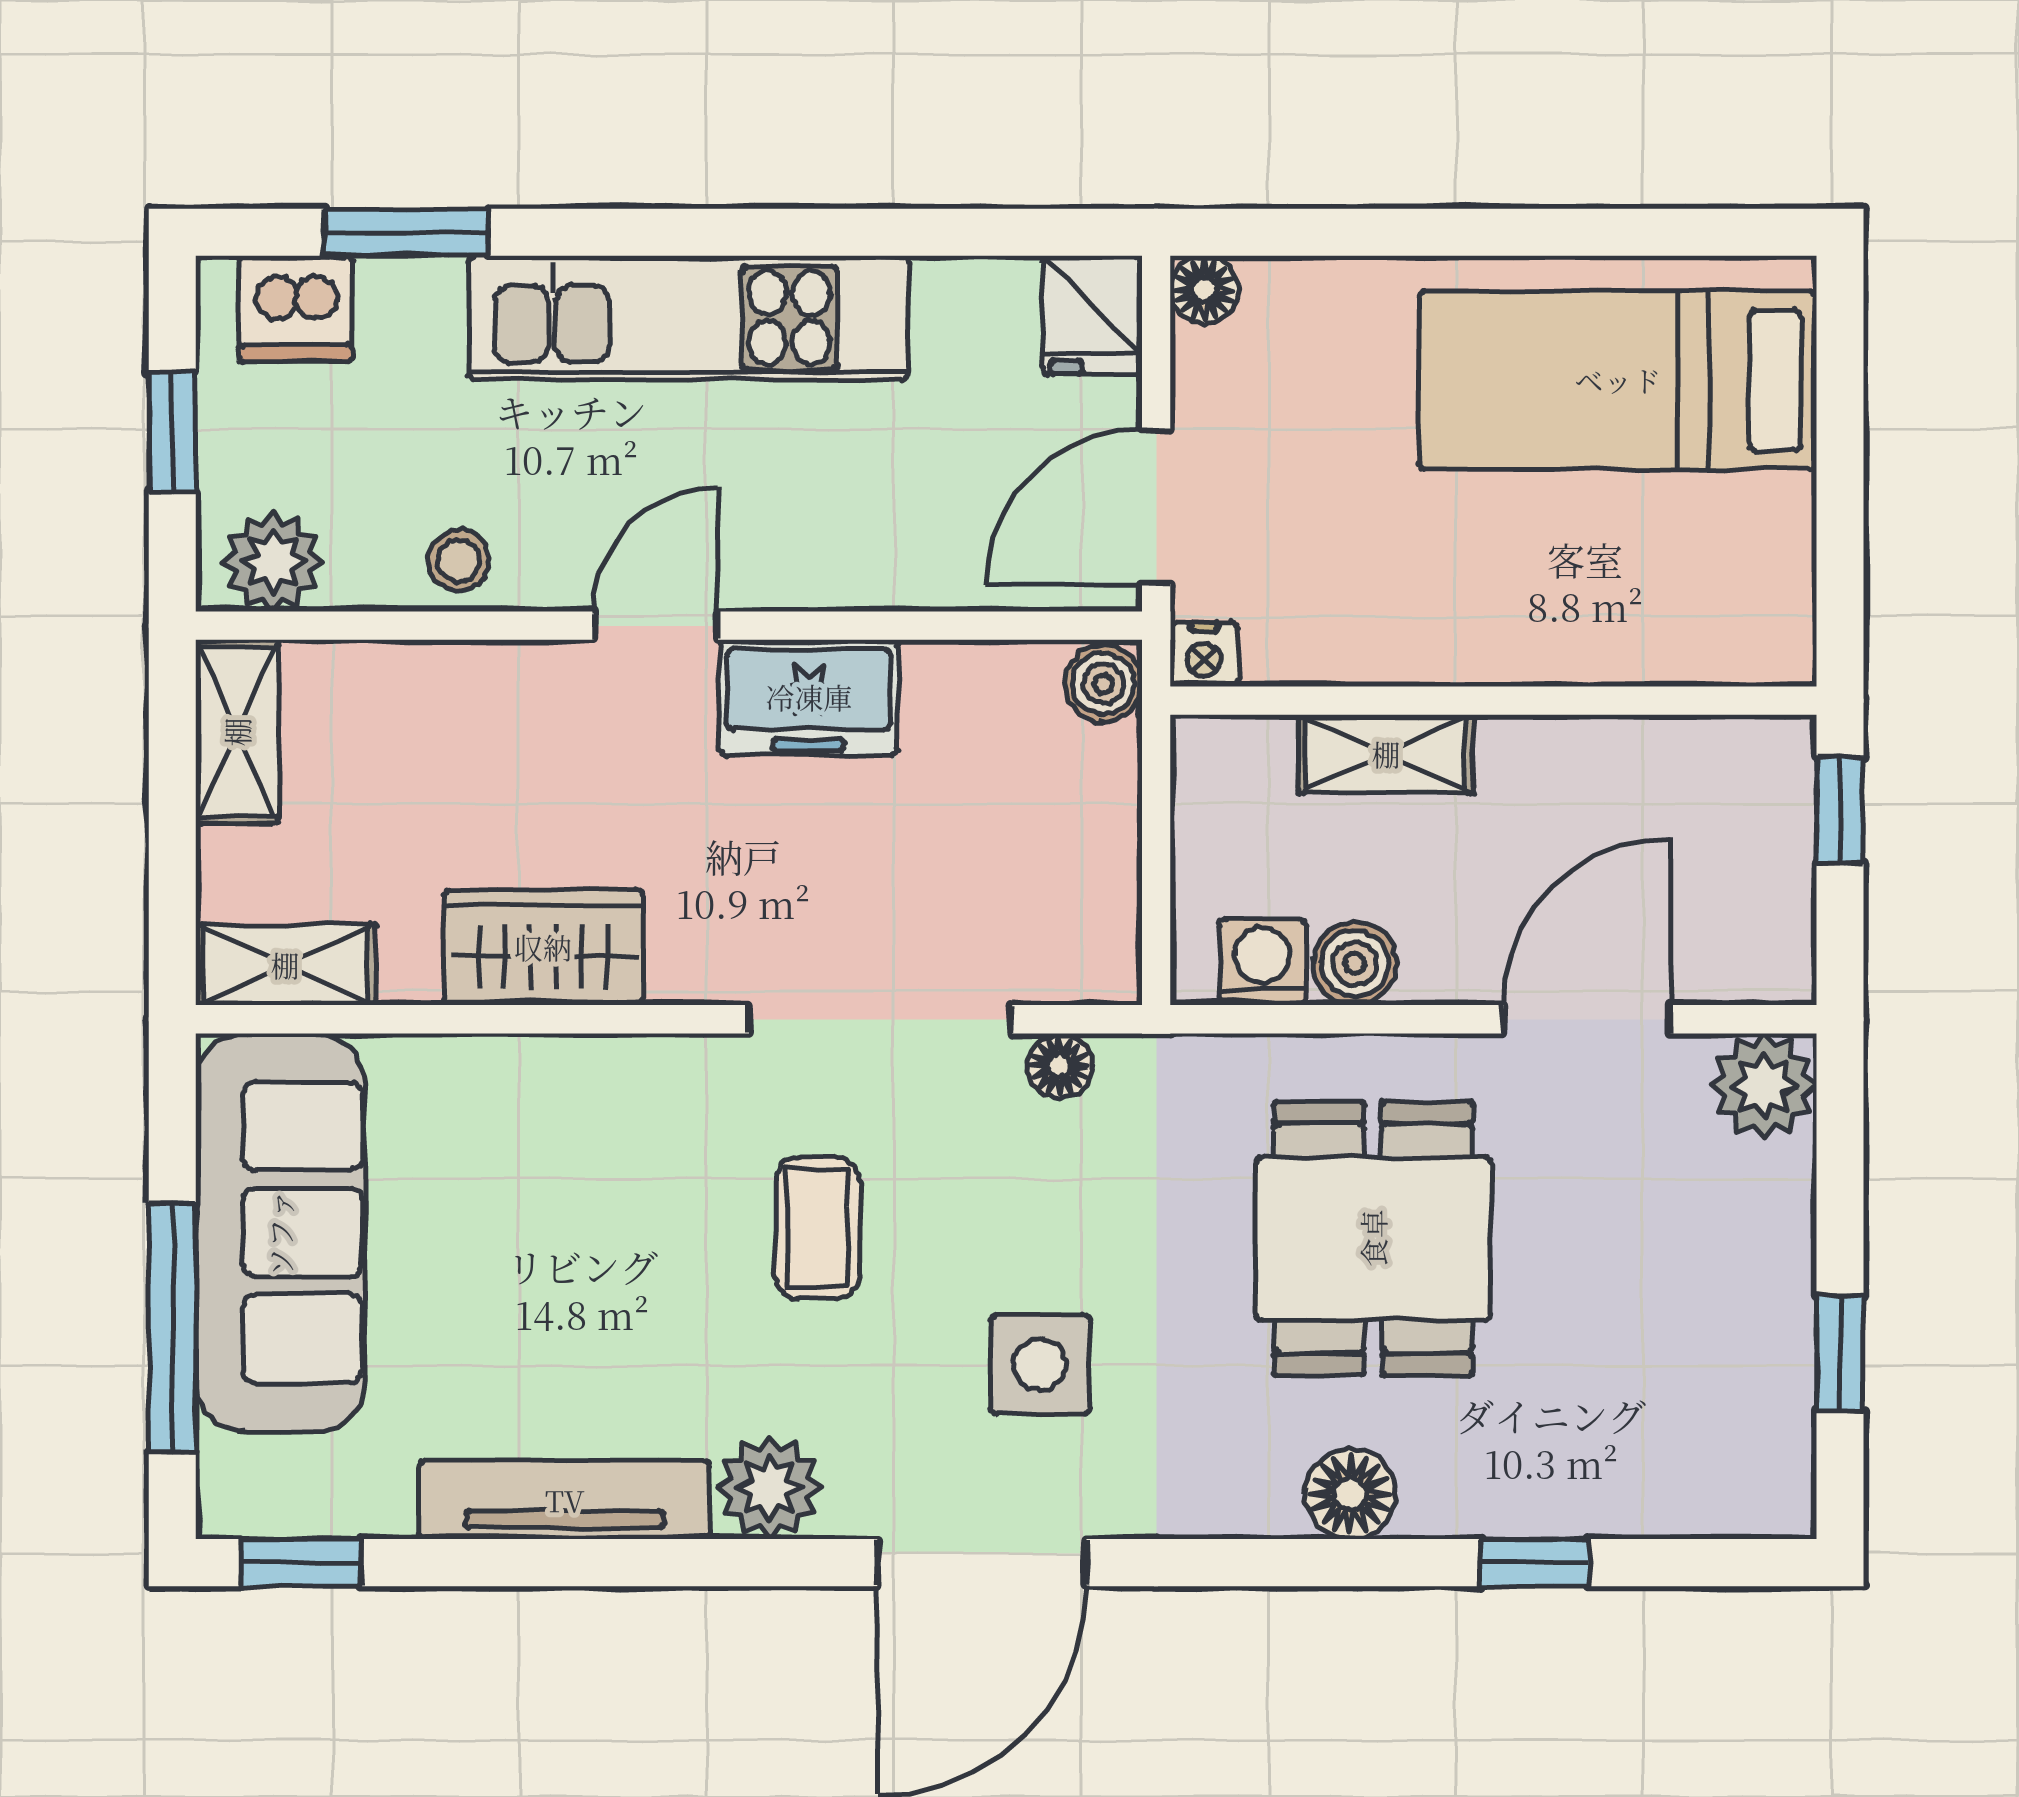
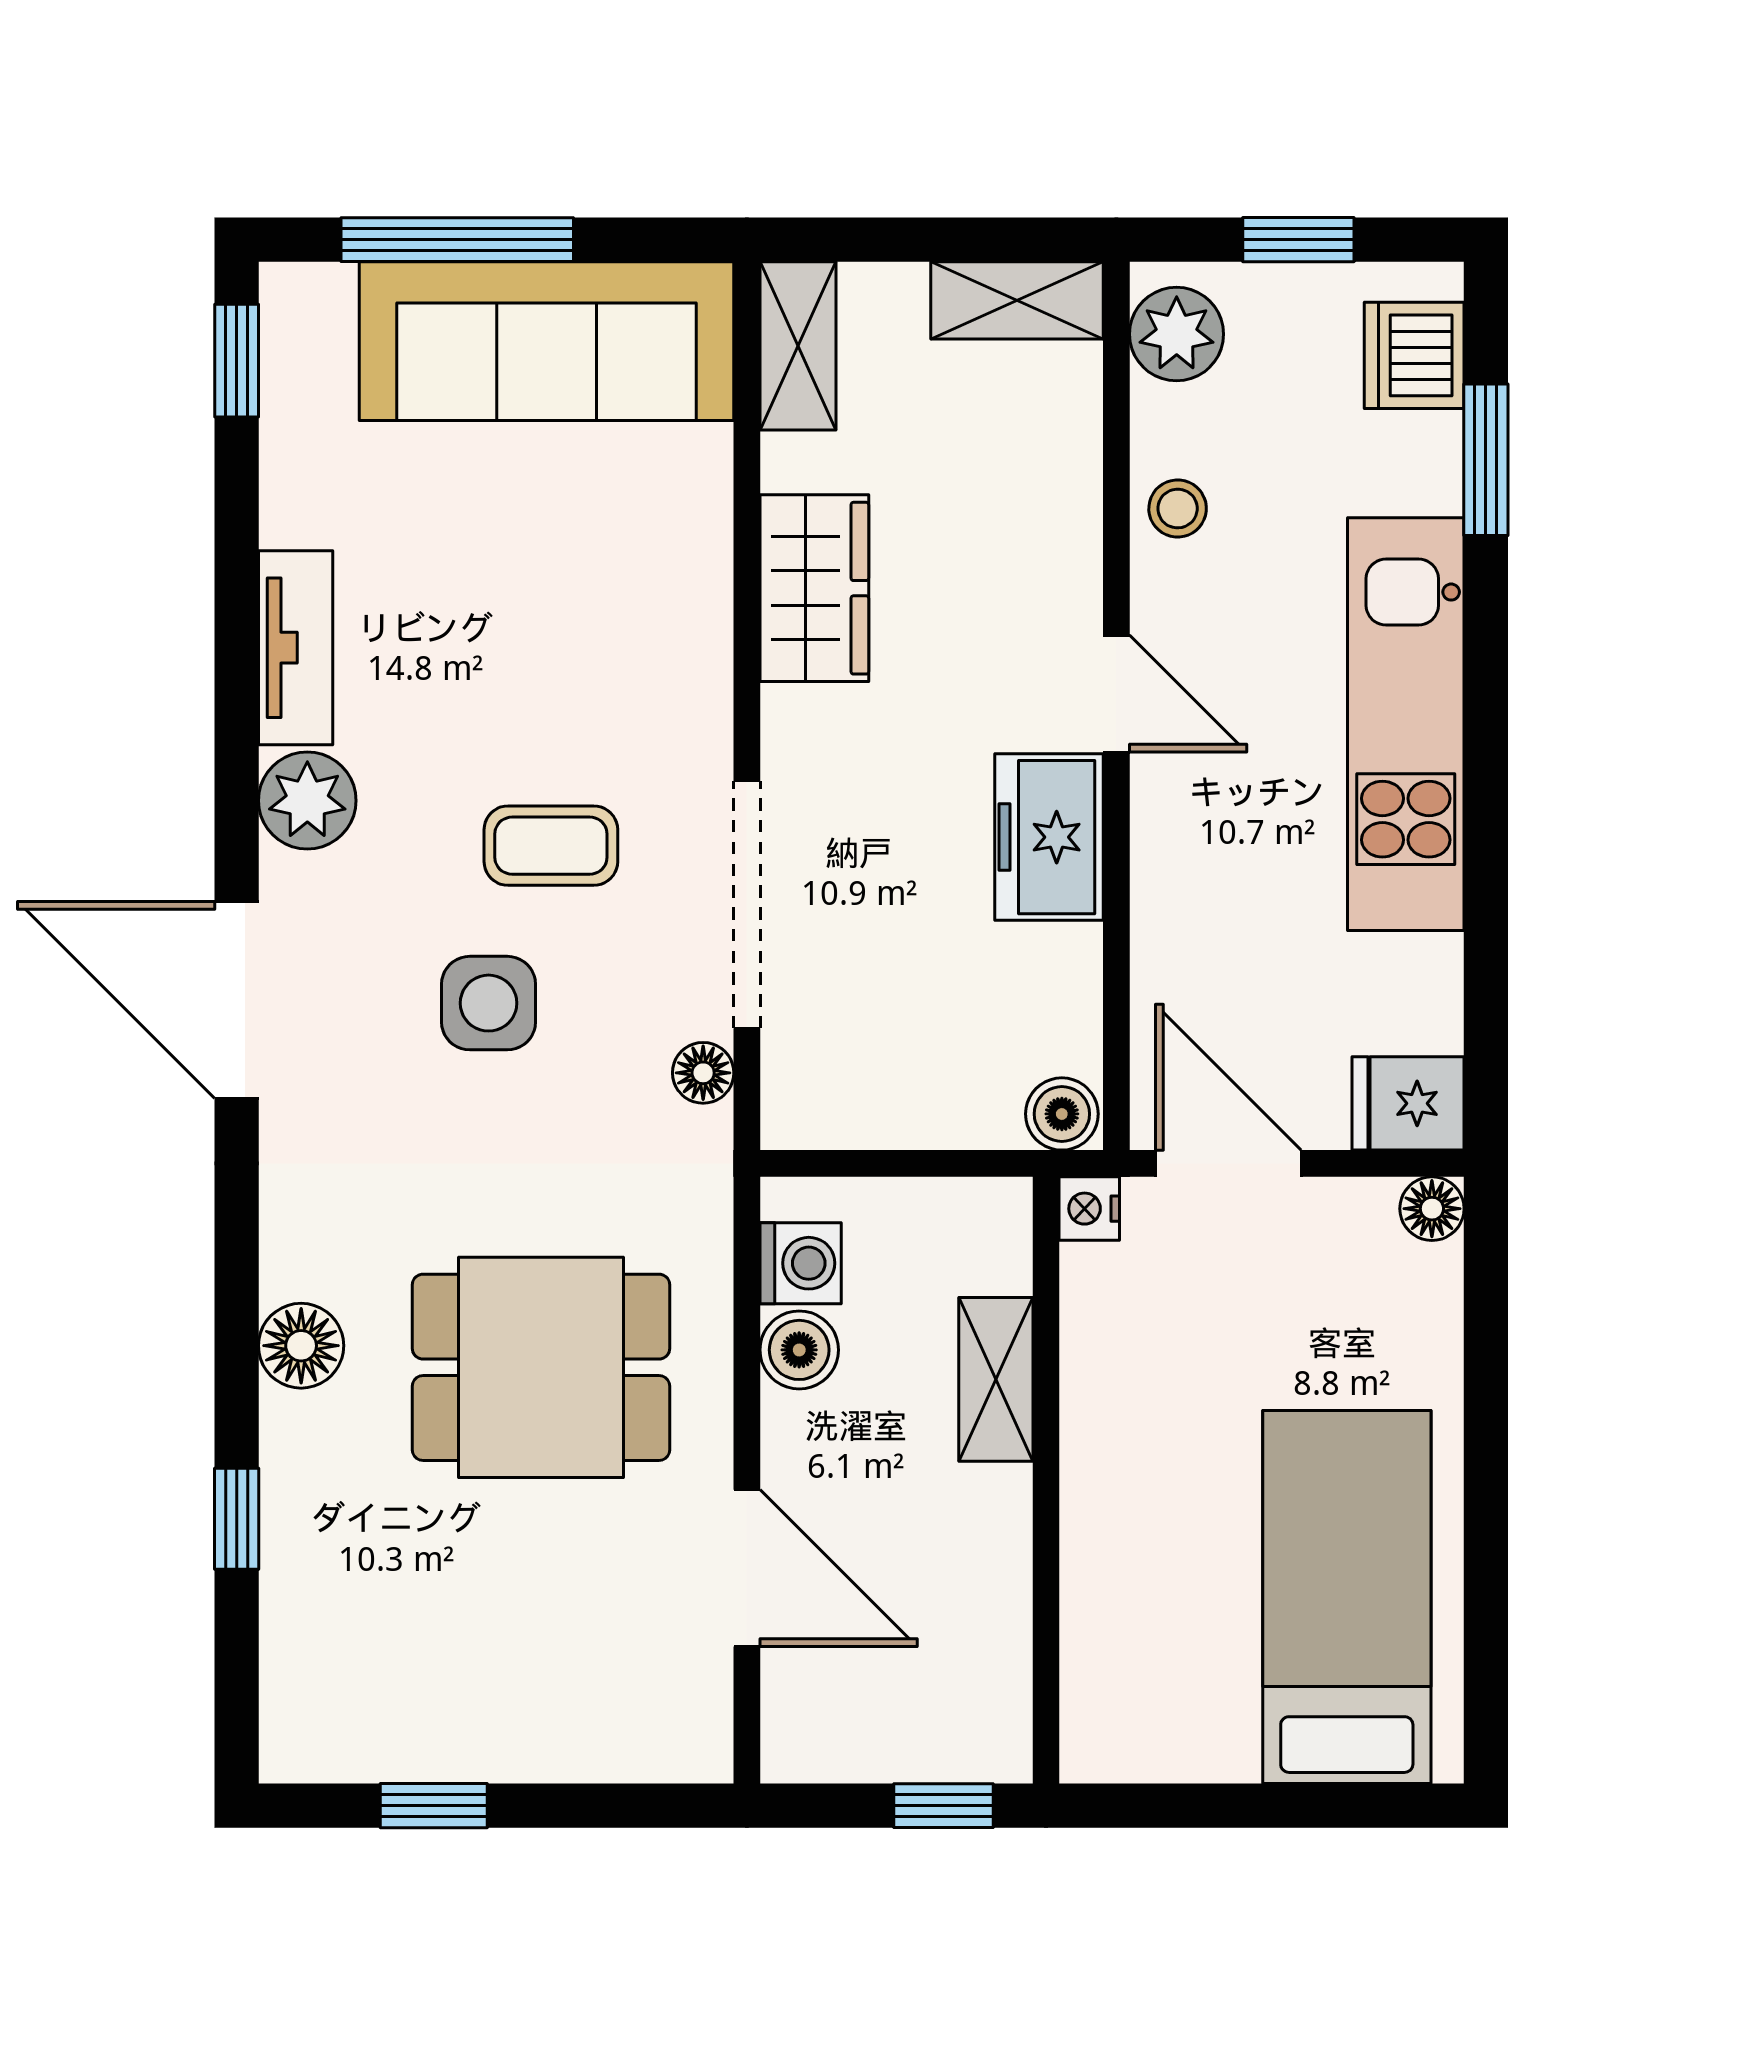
plant: (1764, 1086) -> (684, 1734), removed
side table: (1040, 1365) -> (489, 1003), moved
tv unit: (565, 1500) -> (296, 648), width x0.71

